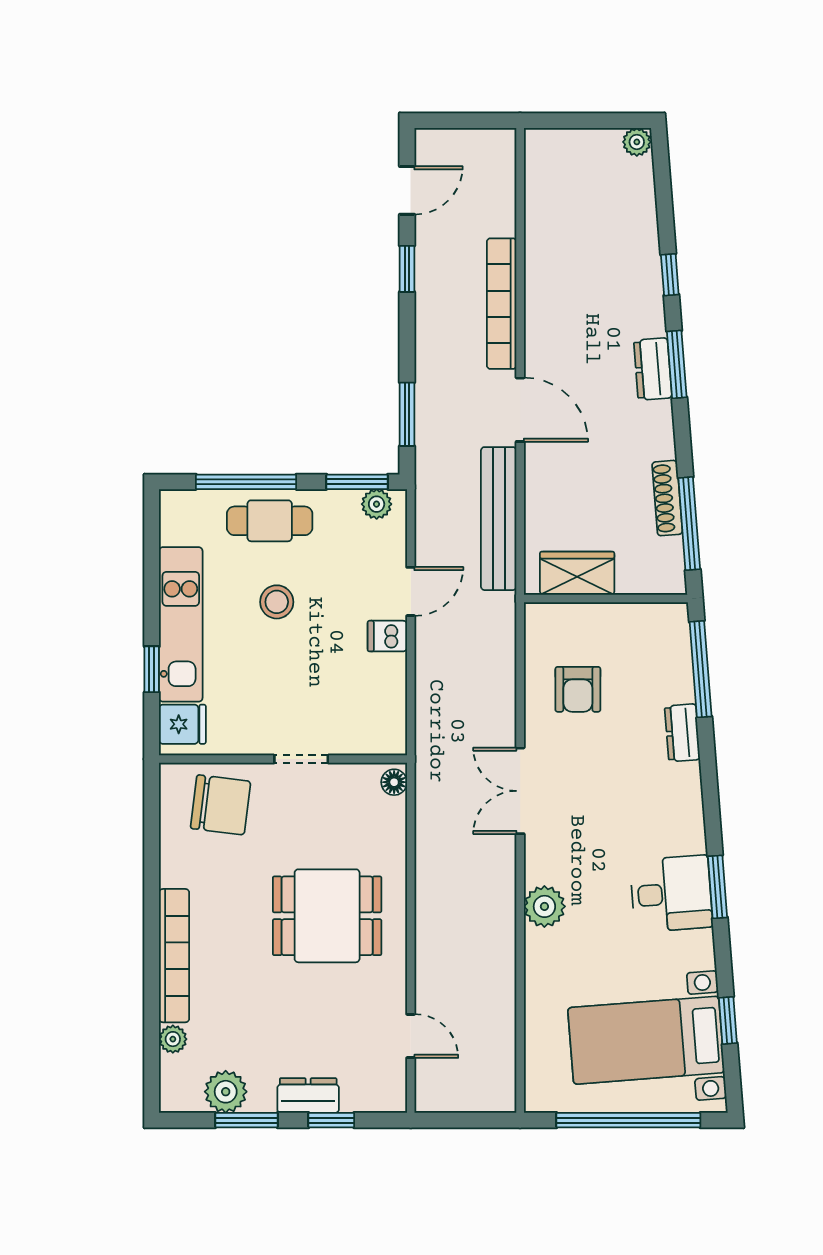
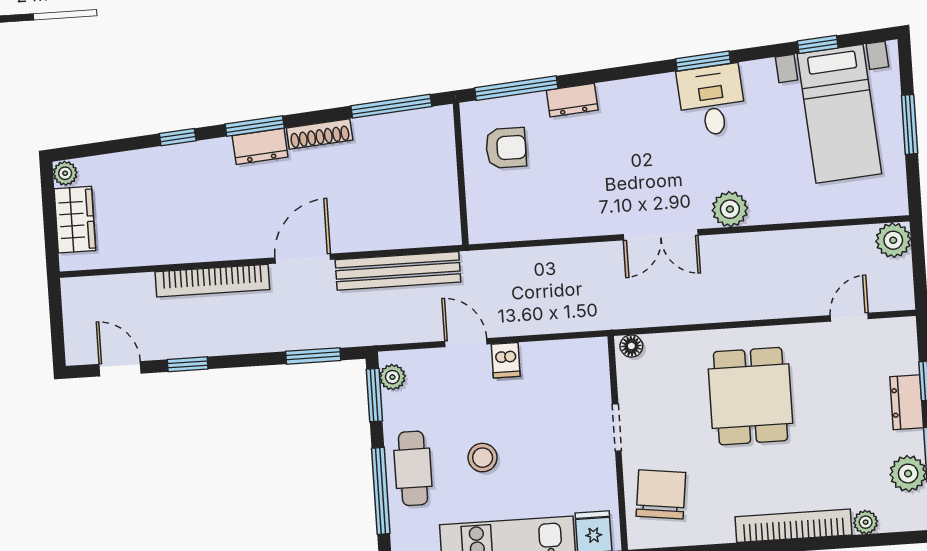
shoe rack: (667, 498) -> (320, 134), moved
wardrobe: (577, 573) -> (75, 220), moved, turned 180
armchair: (578, 689) -> (506, 148), moved
double door: (520, 791) -> (661, 235), moved
plant: (496, 1093) -> (893, 240), added
window: (628, 1120) -> (910, 124), width x0.47

